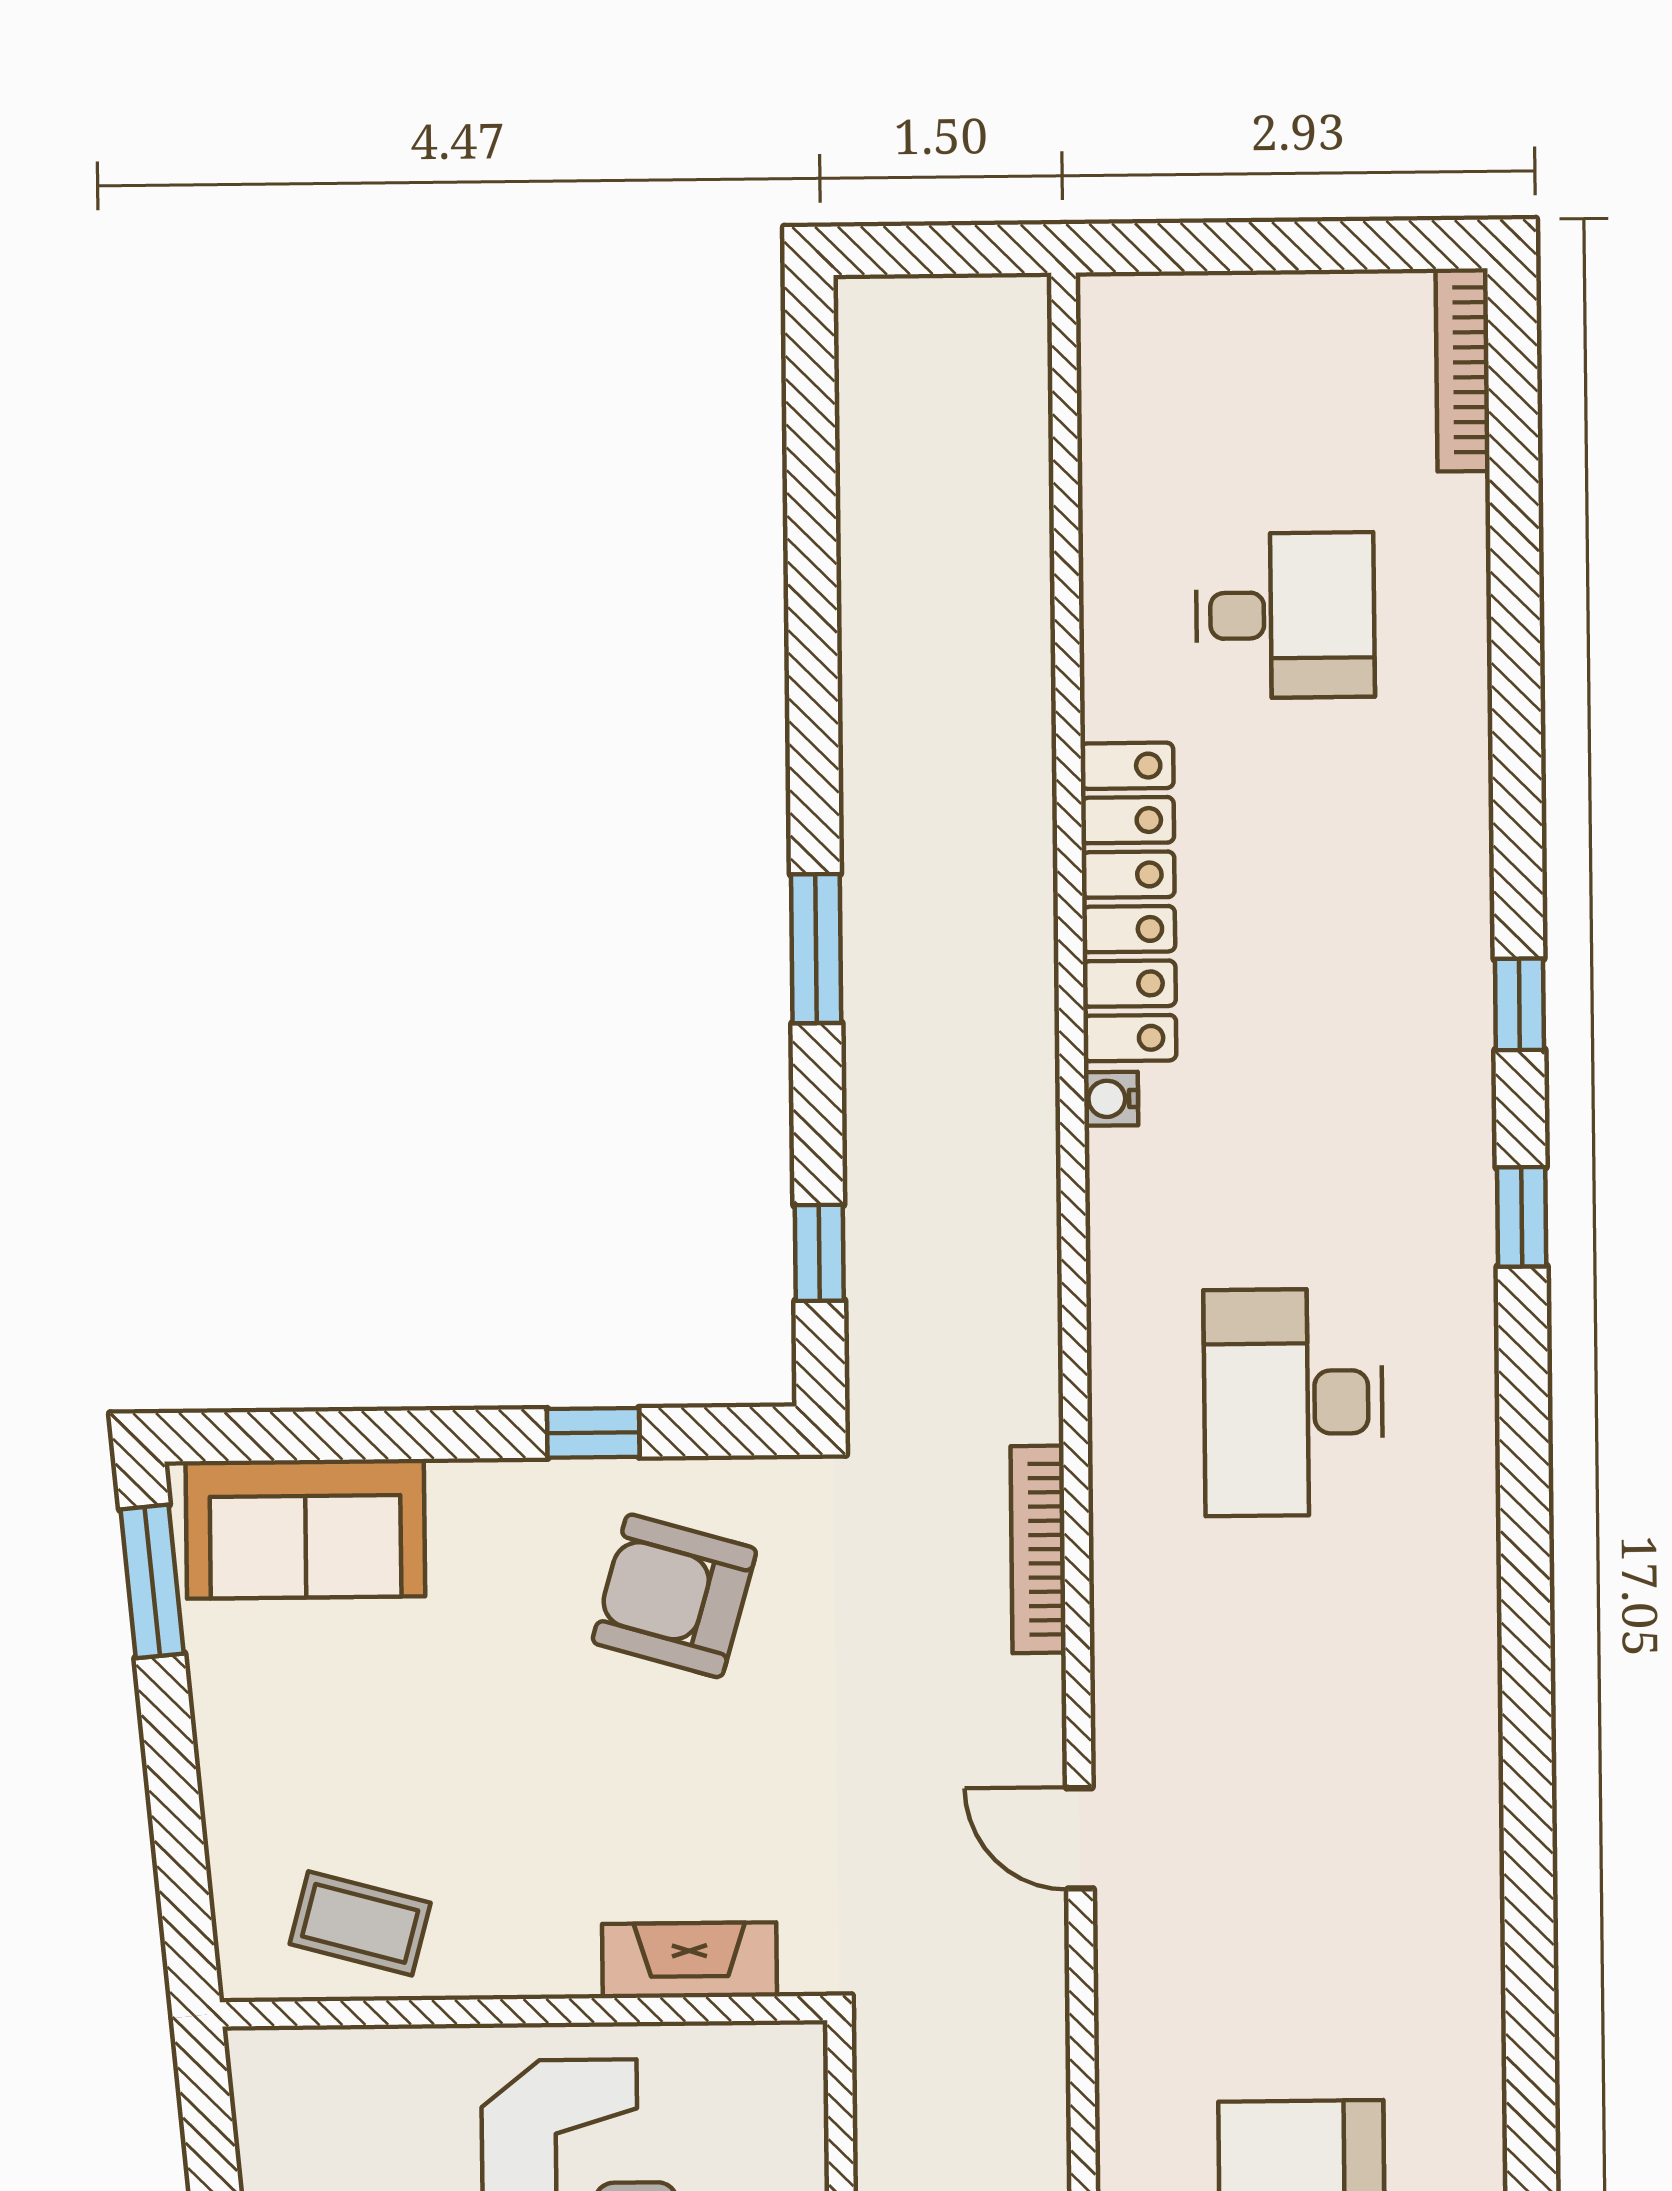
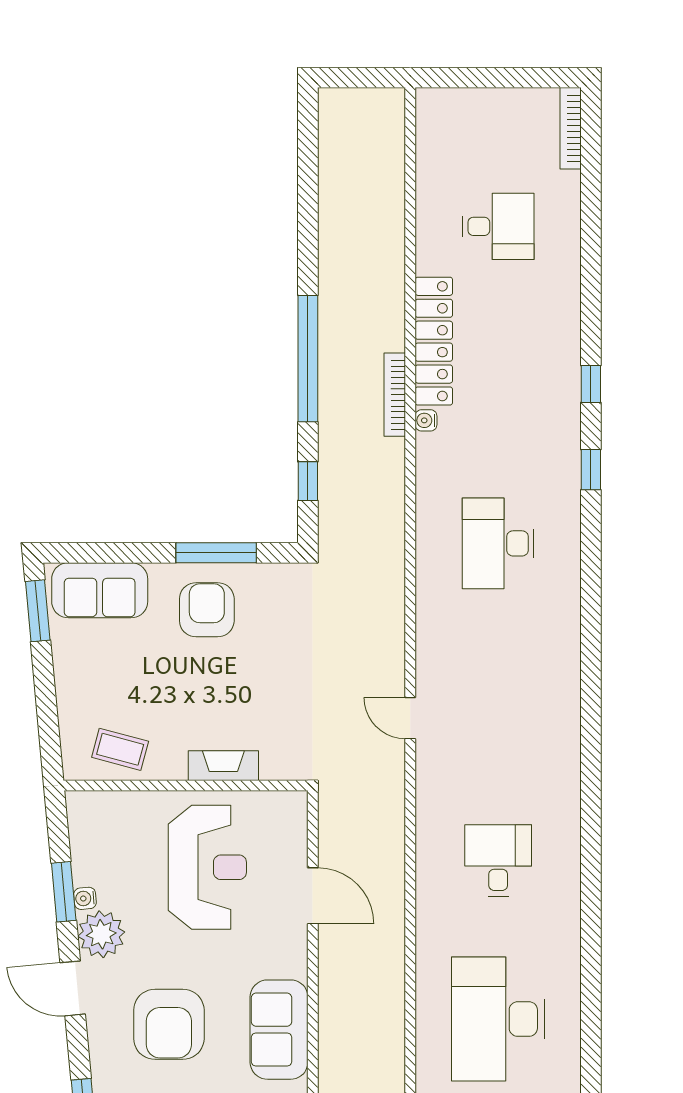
window: (816, 949) -> (308, 359), width x2.11
window: (593, 1433) -> (216, 553), width x2.17
bookcase: (1038, 1549) -> (395, 395), moved
armchair: (674, 1596) -> (207, 610), moved, turned 74
fireplace: (690, 1960) -> (223, 766), moved

